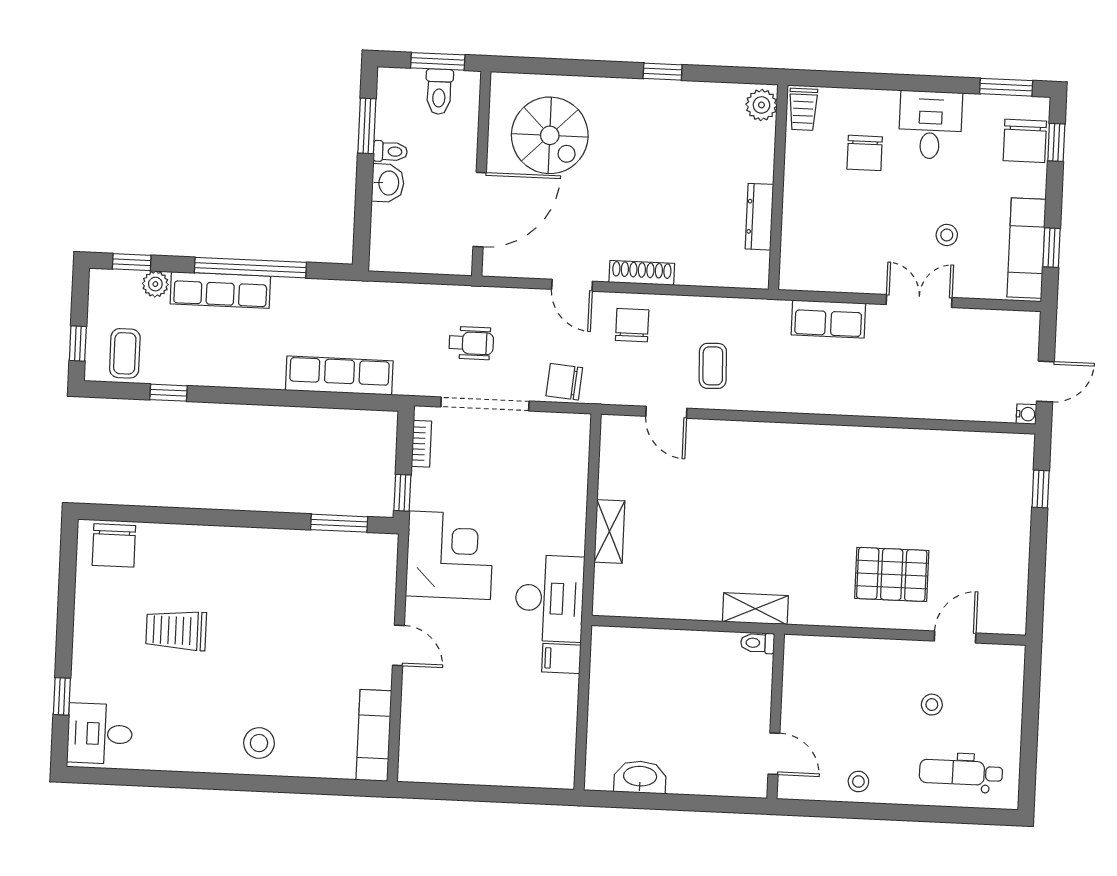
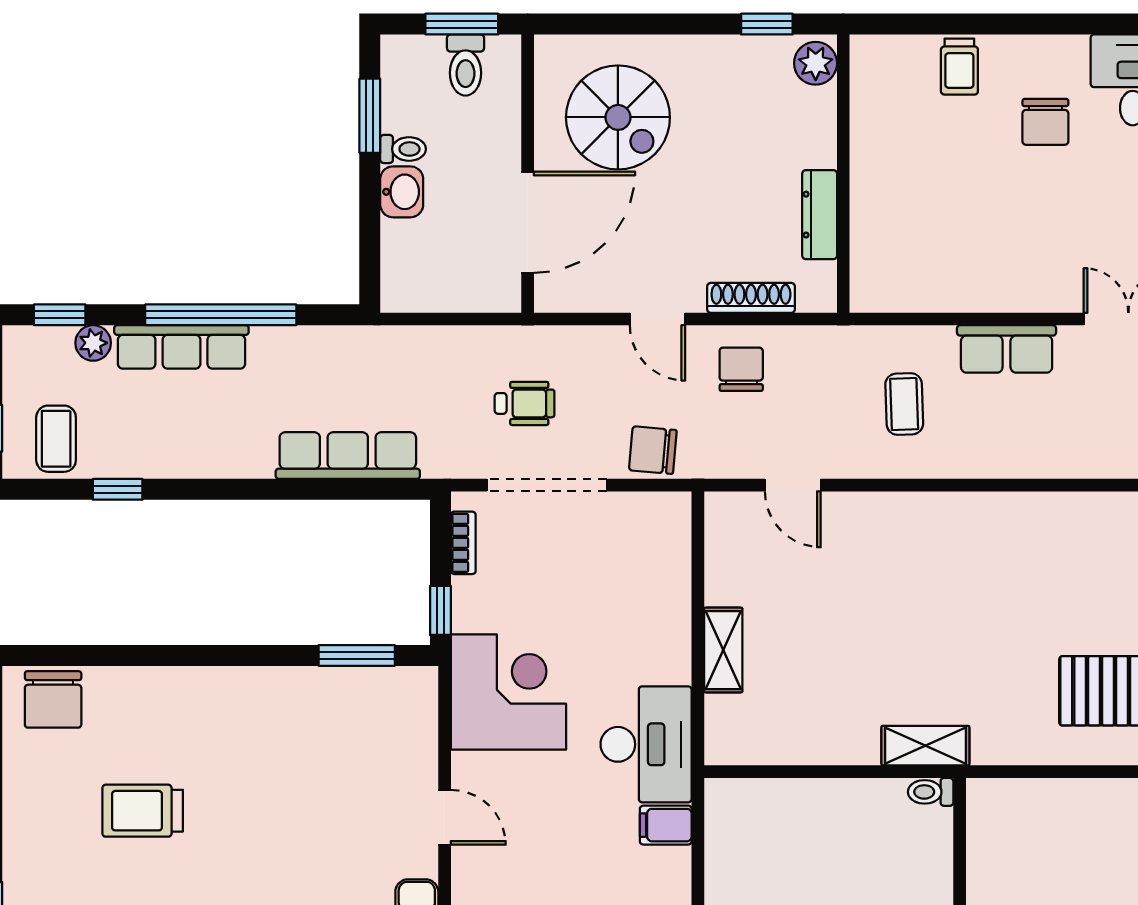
plant: (761, 105) -> (816, 63), moved
wall: (778, 187) -> (843, 174), moved
dresser: (759, 217) -> (820, 215), moved
coffee table: (713, 366) -> (904, 404), moved

